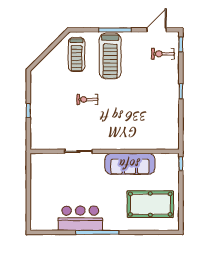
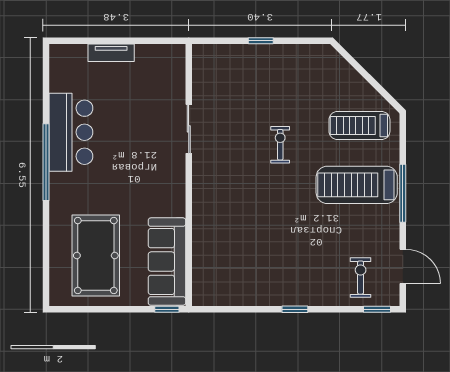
sofa: (130, 164) -> (167, 262), moved
tv unit: (35, 195) -> (111, 53), added

